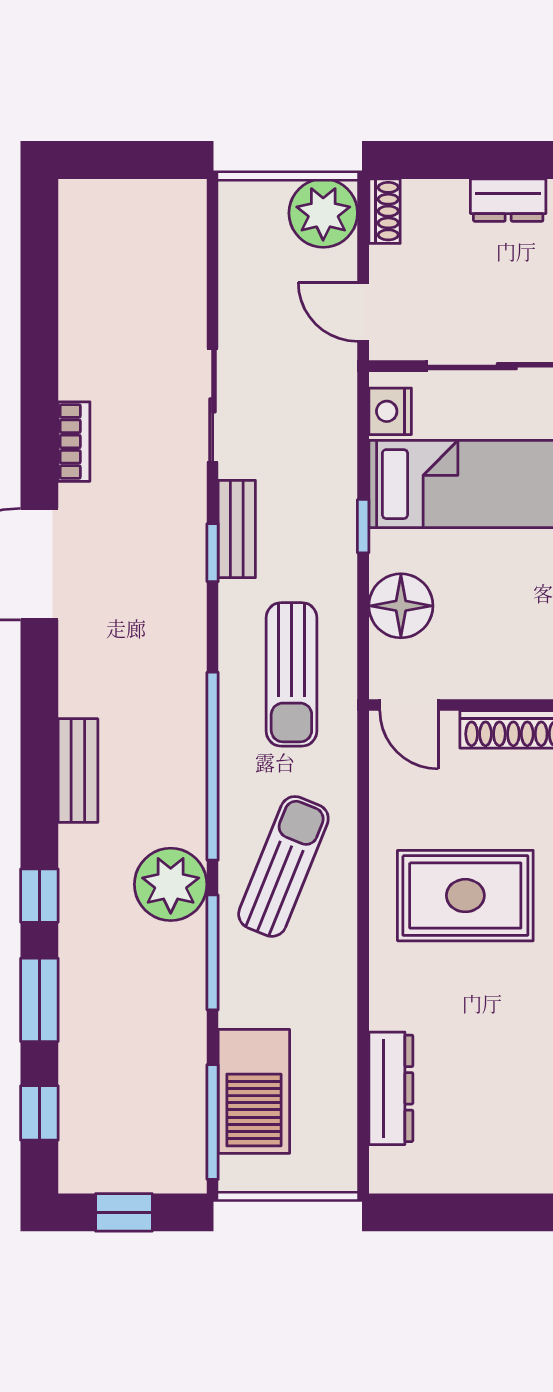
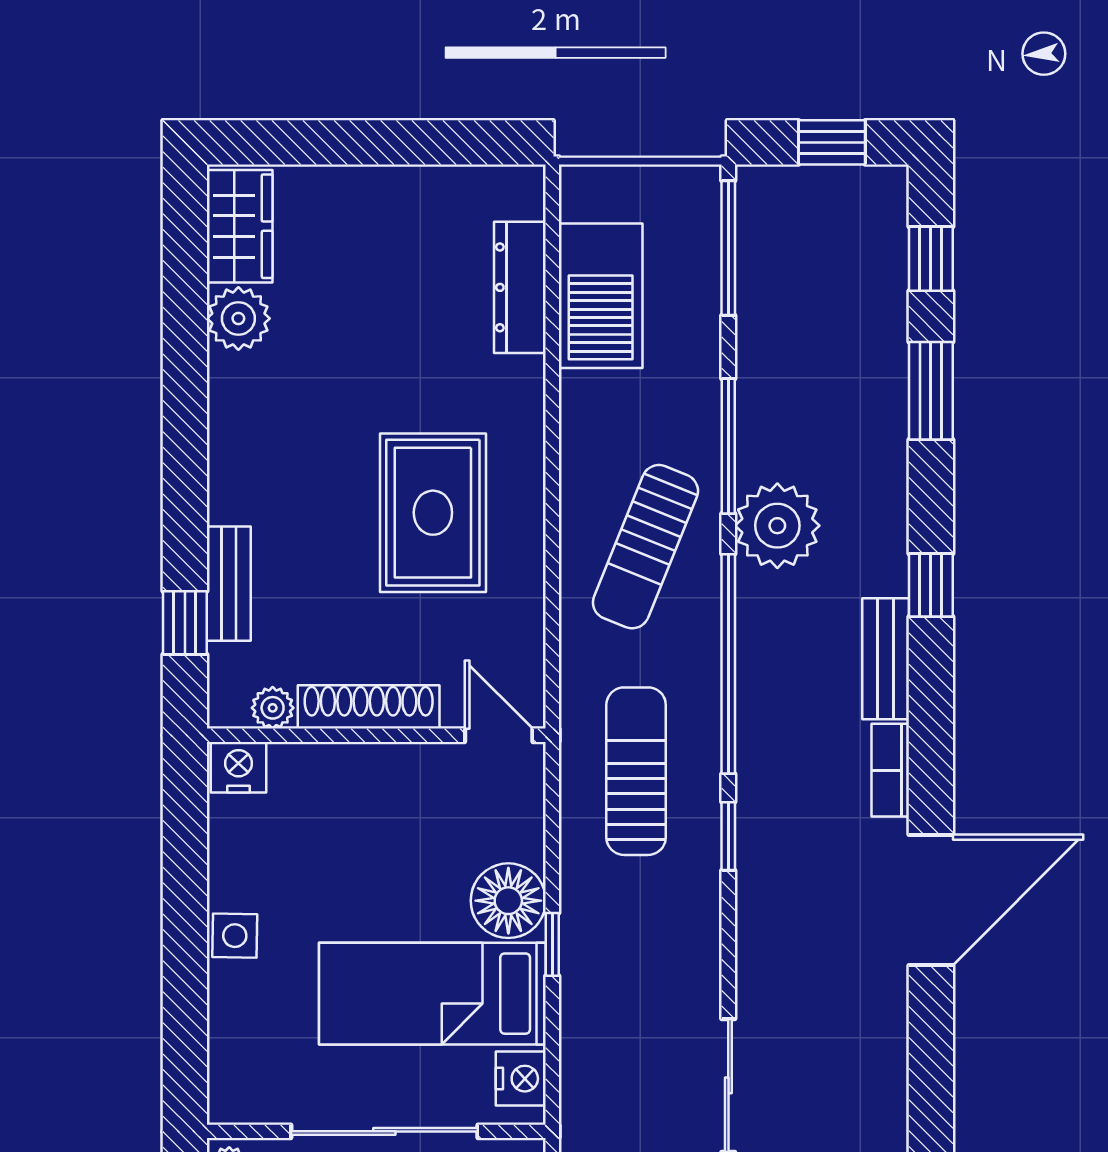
bookcase: (74, 442) -> (890, 770), moved
bench: (237, 529) -> (700, 941), removed
window: (213, 553) -> (728, 836), moved
floor lamp: (401, 606) -> (508, 901), moved
window: (39, 896) -> (931, 585), moved
rug: (465, 896) -> (433, 513), turned 90
barbecue: (254, 1091) -> (601, 296), moved, turned 180

